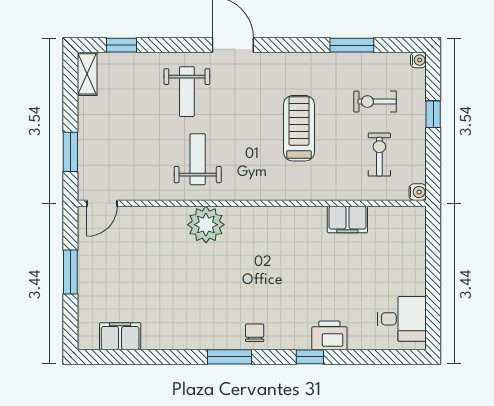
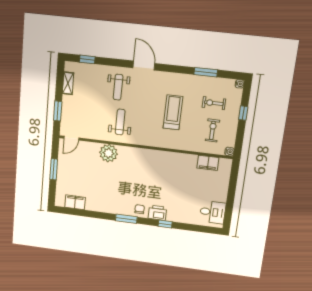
shelving: (87, 74) -> (68, 83), moved
filing cabinet: (347, 219) -> (208, 163), moved
plant: (206, 225) -> (108, 153), moved
printer: (329, 335) -> (157, 213), moved

